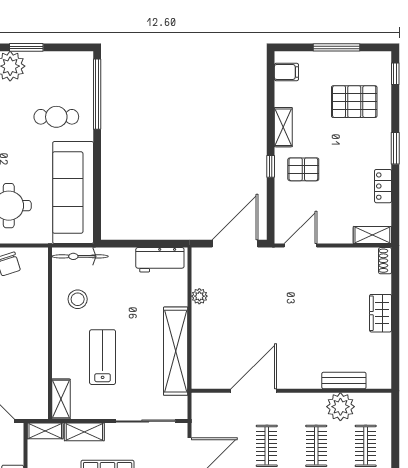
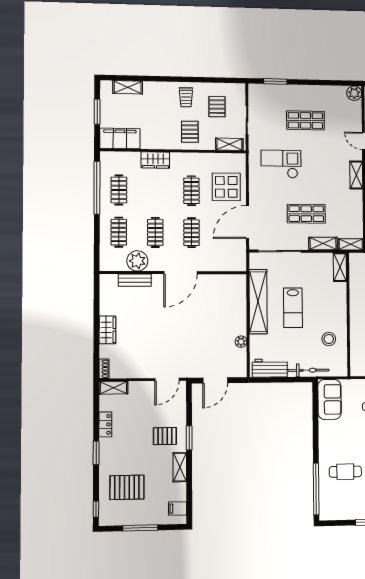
window: (271, 166) -> (189, 438), width x1.50
sofa: (73, 193) -> (330, 399), width x0.54, depth x0.79
door: (235, 244) -> (215, 380), width x0.73
bicycle: (80, 256) -> (309, 370), moved
lab bench: (103, 357) -> (293, 308), moved
door: (254, 391) -> (181, 273), moved

